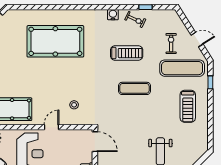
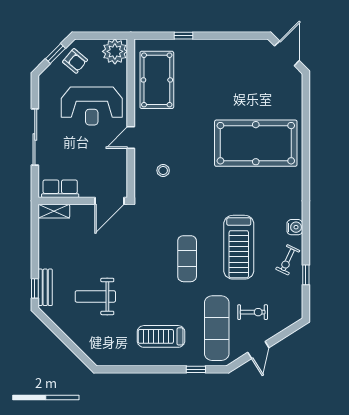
pool table: (55, 41) -> (256, 143), turned 90
treadmill: (127, 53) -> (239, 247), width x1.37, depth x1.38
door: (51, 127) -> (131, 137), swing flipped

